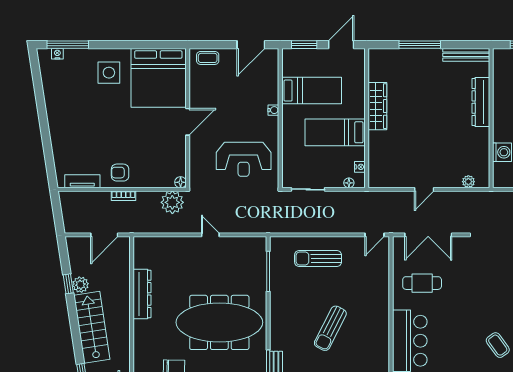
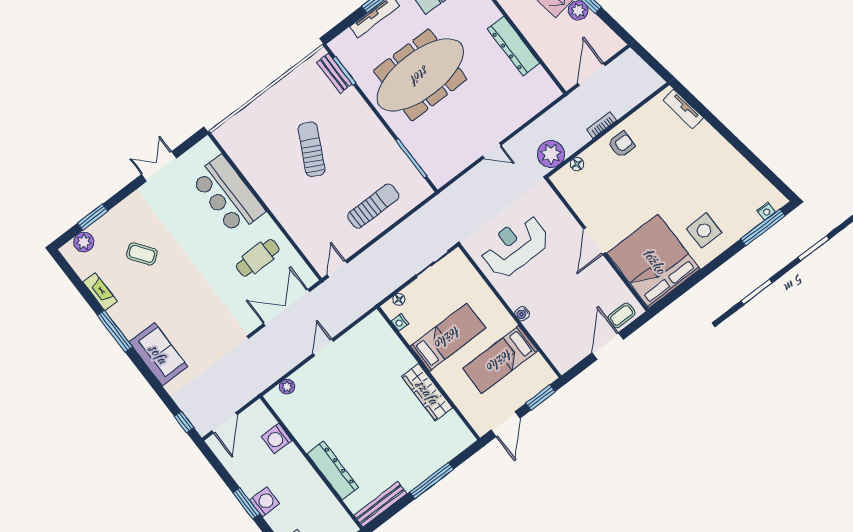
door: (251, 45) -> (608, 346), moved
tv unit: (82, 181) -> (683, 109), moved, turned 81
floor lamp: (181, 182) -> (577, 164), moved

